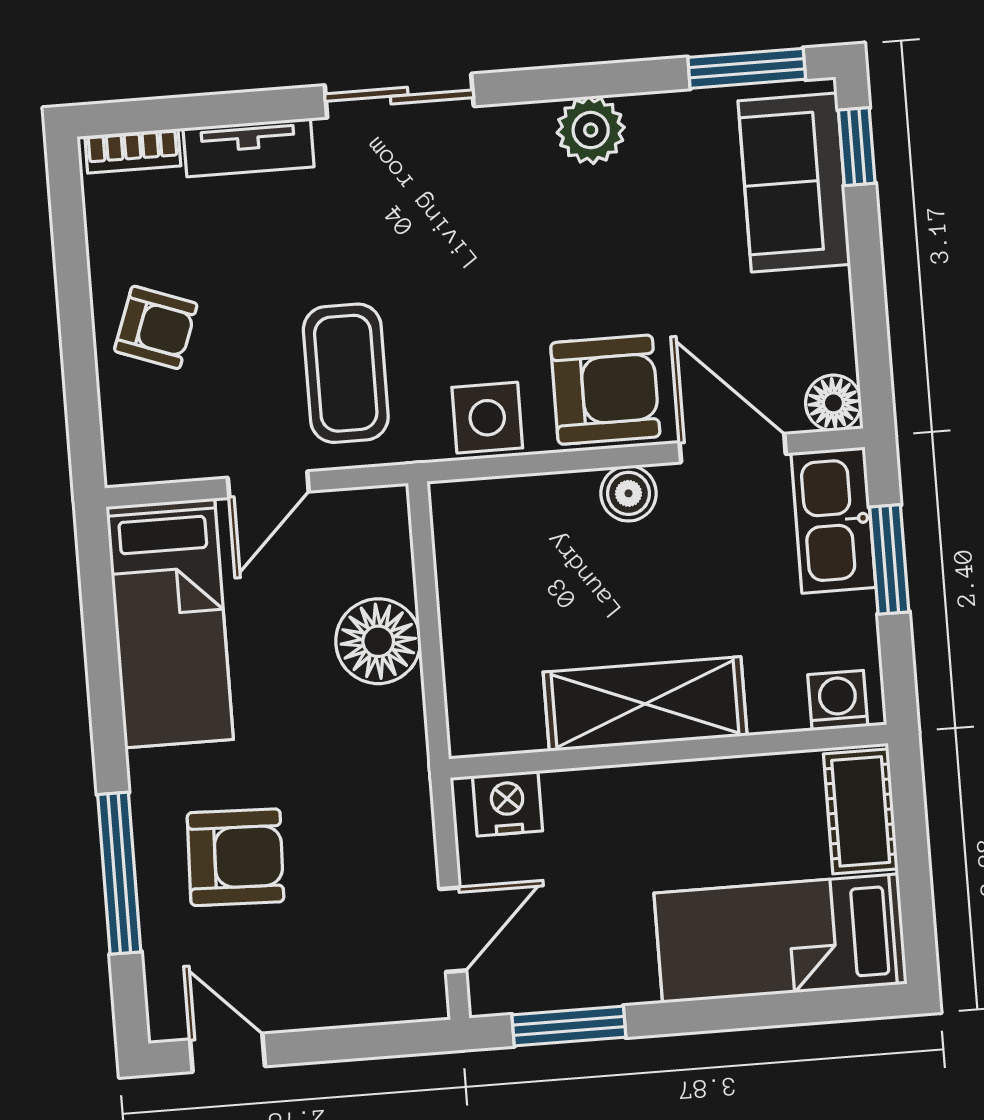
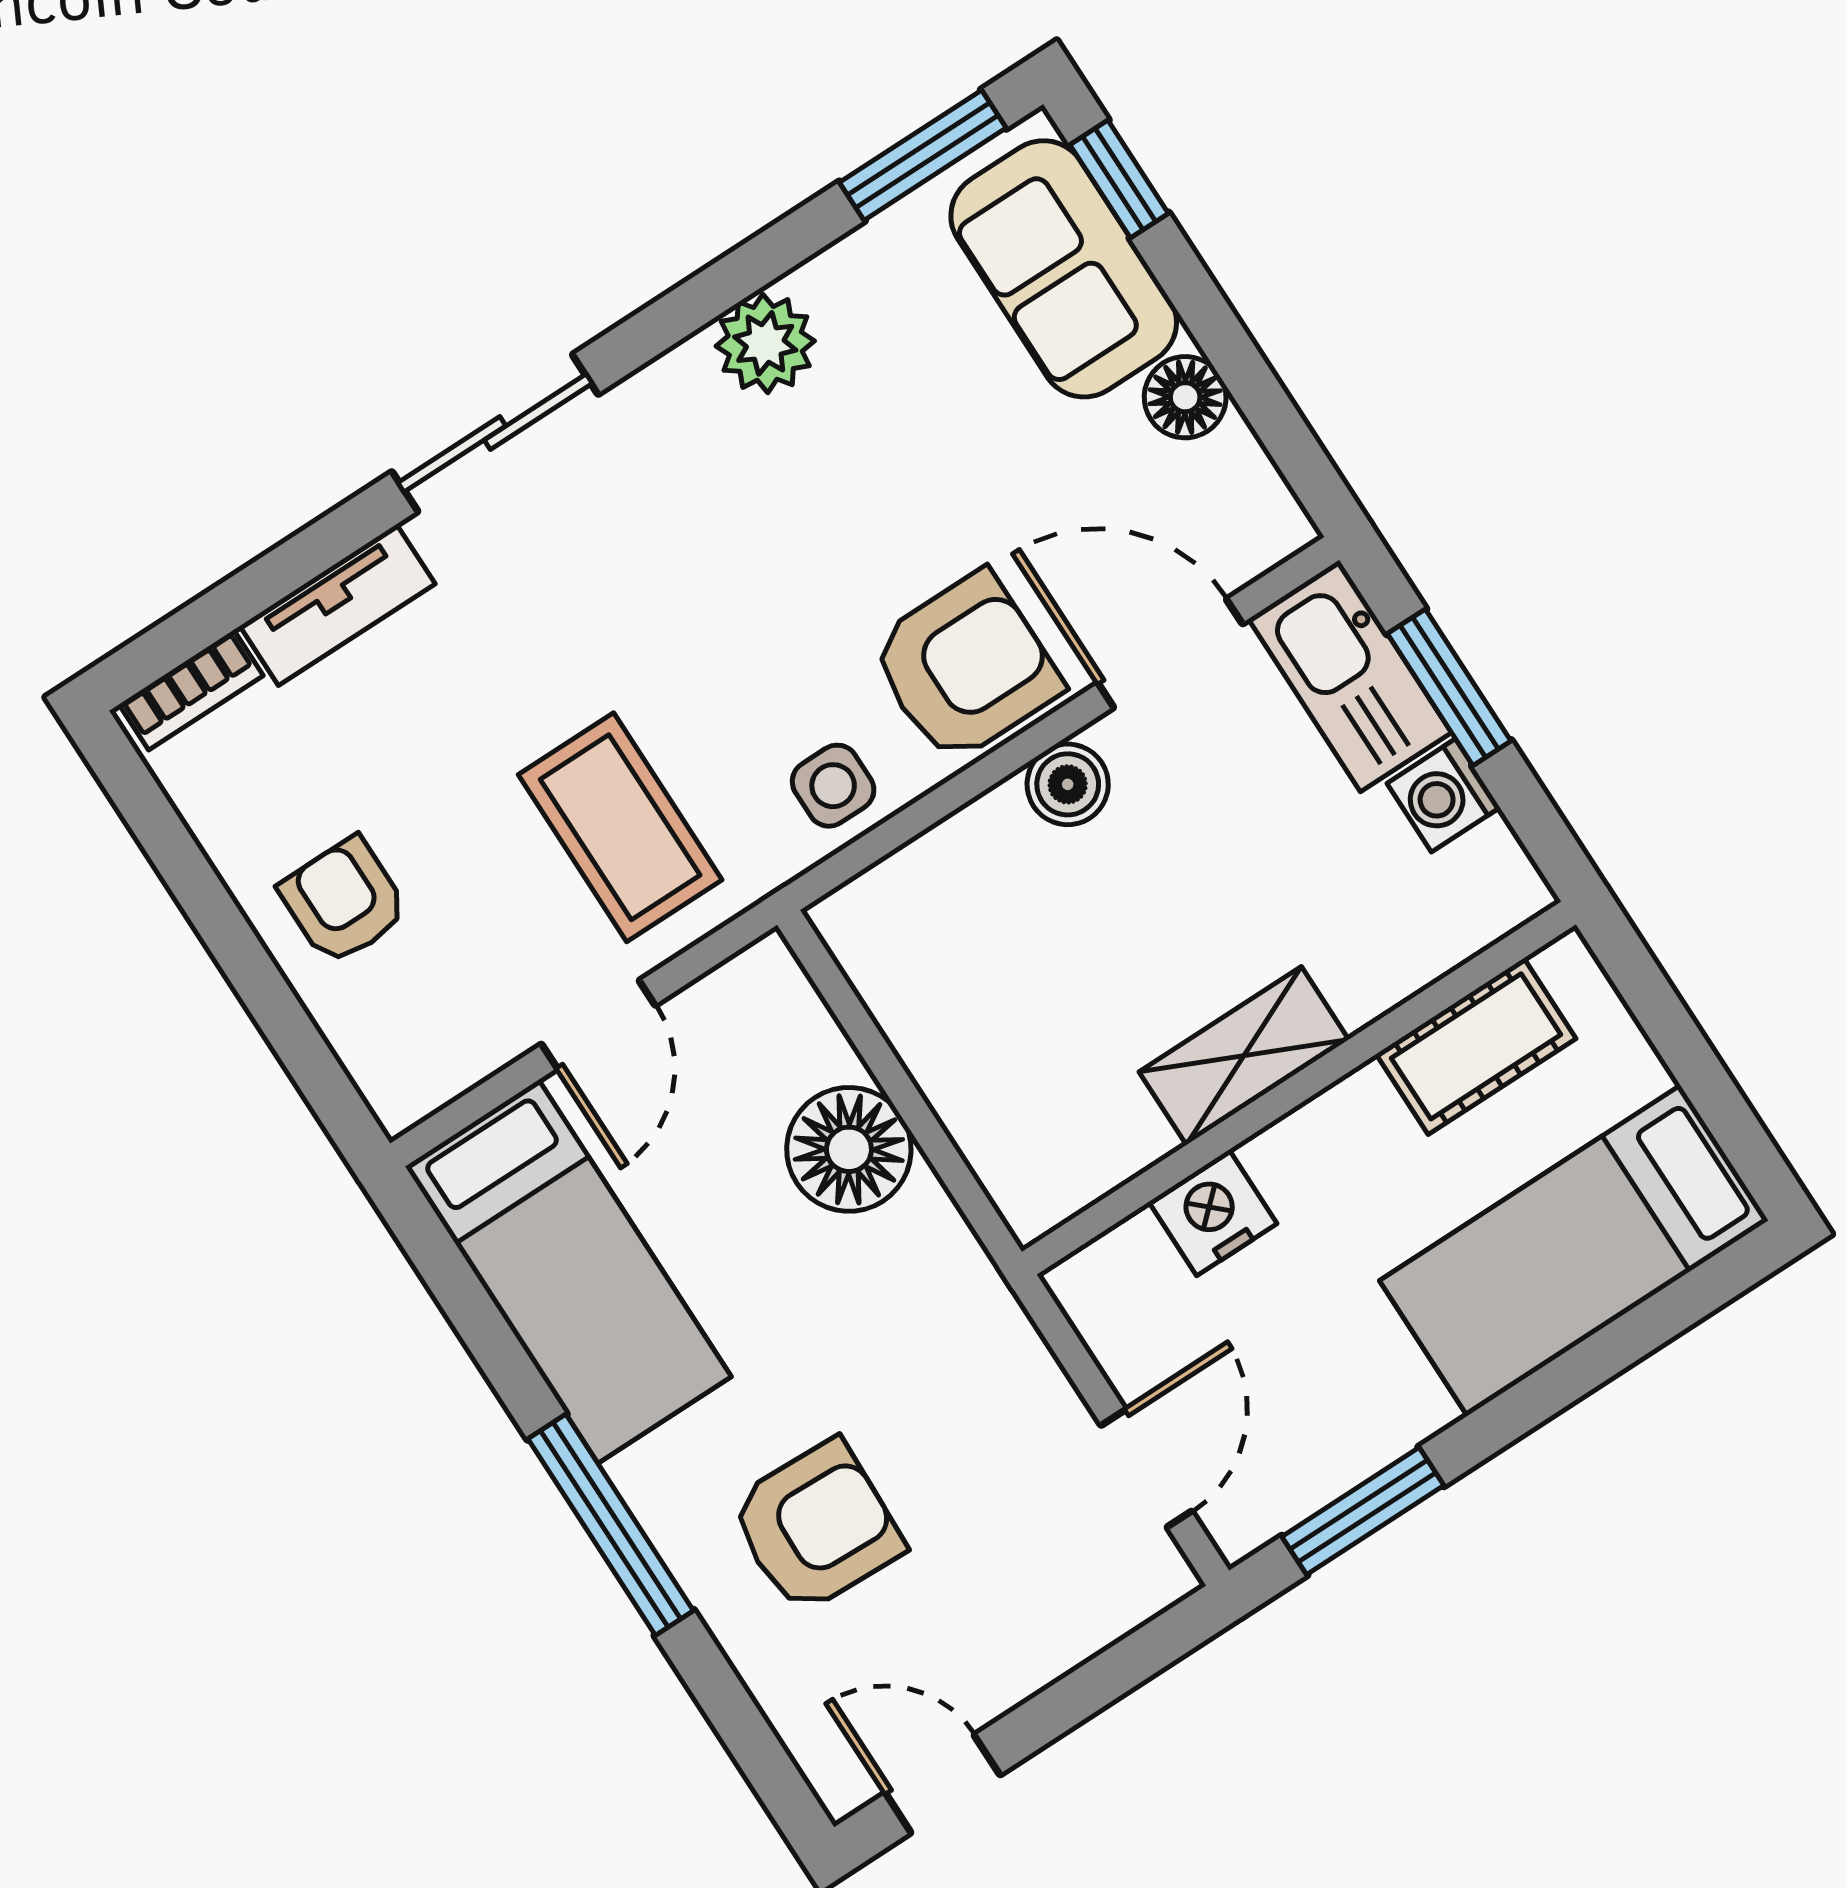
armchair: (156, 327) -> (344, 901), turned -110
floor lamp: (833, 403) -> (1185, 397), moved
side table: (487, 418) -> (833, 786), width x0.73, depth x0.73
washing machine: (838, 700) -> (1443, 795), moved, turned -90
shelving: (645, 704) -> (1244, 1056), width x0.67, depth x0.75
nightstand: (507, 803) -> (1213, 1213), moved
cot: (861, 811) -> (1476, 1046), moved, turned 90
window: (119, 873) -> (611, 1525), moved

